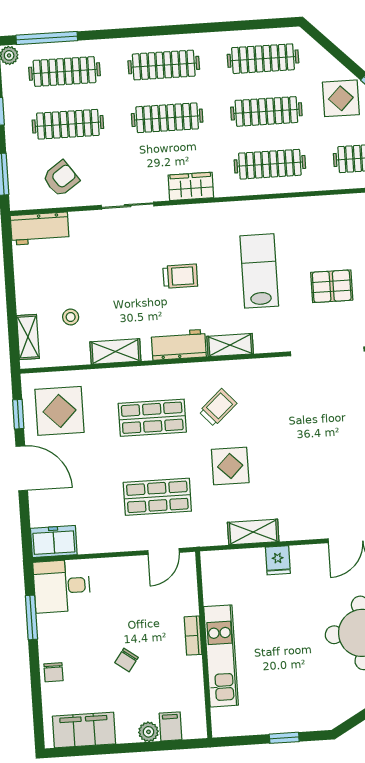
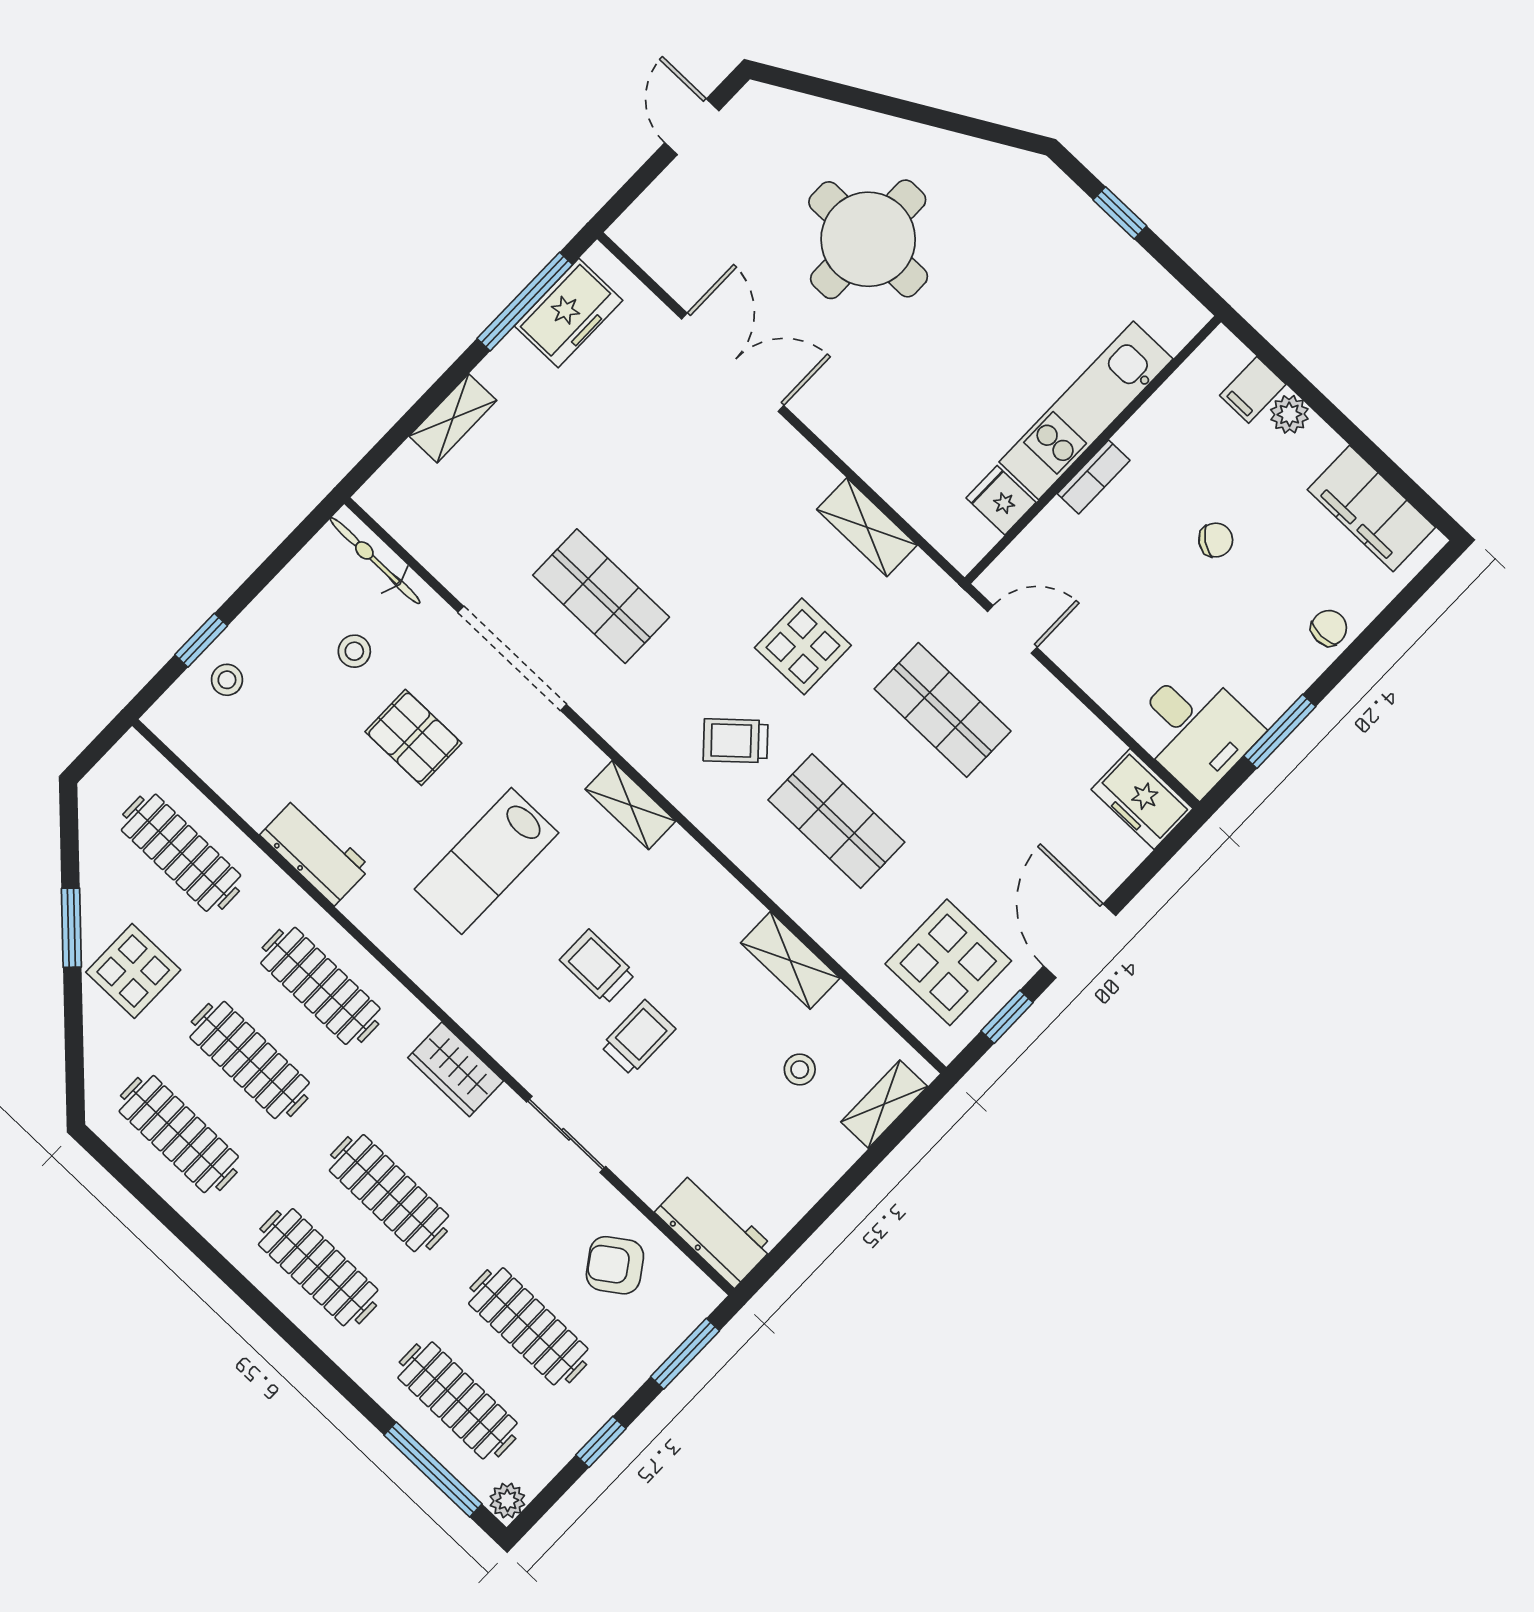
trolley: (139, 267) -> (638, 1038), added
workbench: (179, 345) -> (315, 851), moved, turned 180
shop shelf: (320, 407) -> (601, 596), added
fridge: (278, 560) -> (1001, 500), moved, turned -90

